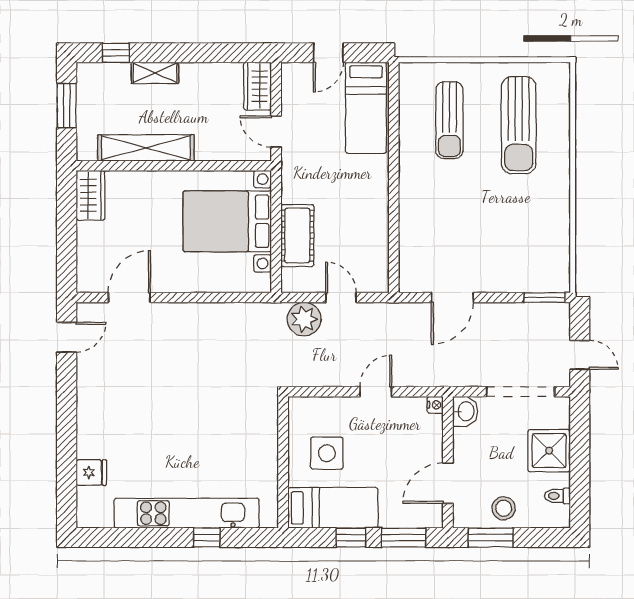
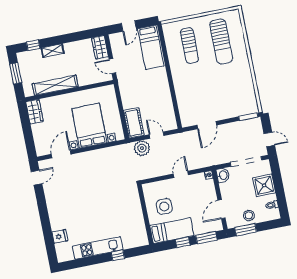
bed with nightstands: (227, 221) -> (89, 126), moved, turned 90
cot: (297, 236) -> (134, 123), moved
kitchen unit: (187, 513) -> (98, 248), width x0.73

